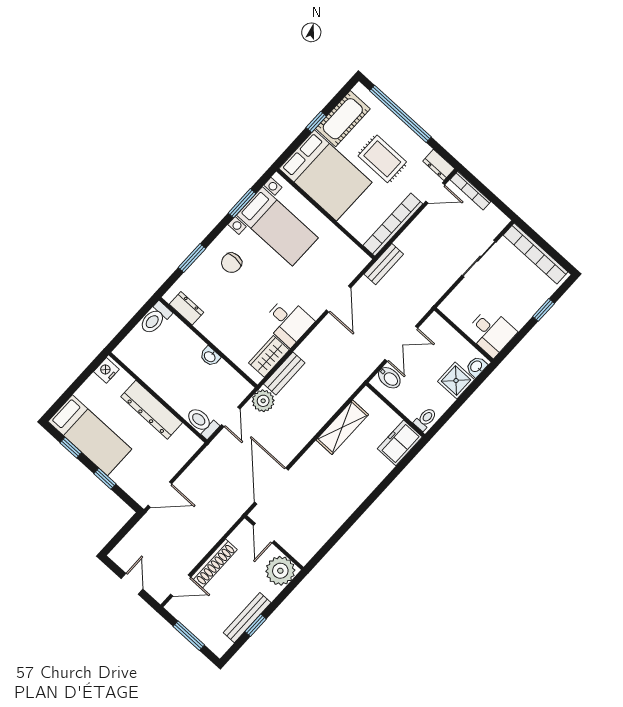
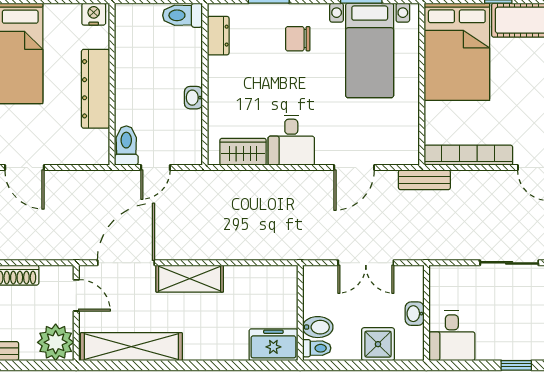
rug: (382, 159) -> (520, 90), removed
washbasin: (476, 367) -> (415, 314), moved, turned -90
bench: (284, 373) -> (240, 180), removed
bidet: (389, 378) -> (318, 327), moved, turned -90
plant: (263, 401) -> (197, 184), removed
shelving: (342, 427) -> (190, 279), moved
shelving: (324, 528) -> (131, 347), added
door: (264, 533) -> (76, 295), swing flipped

